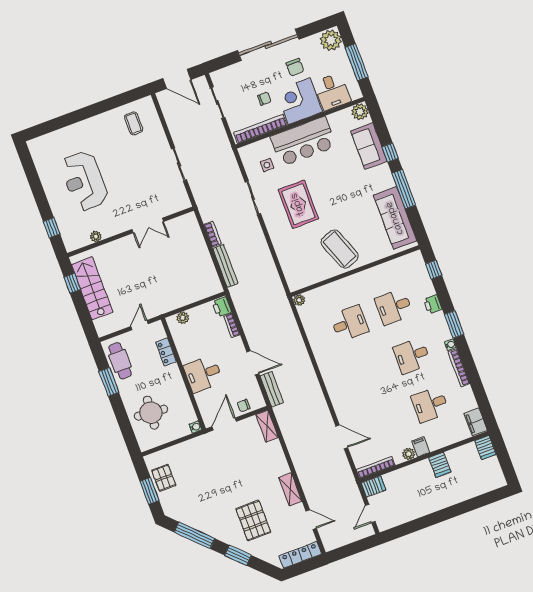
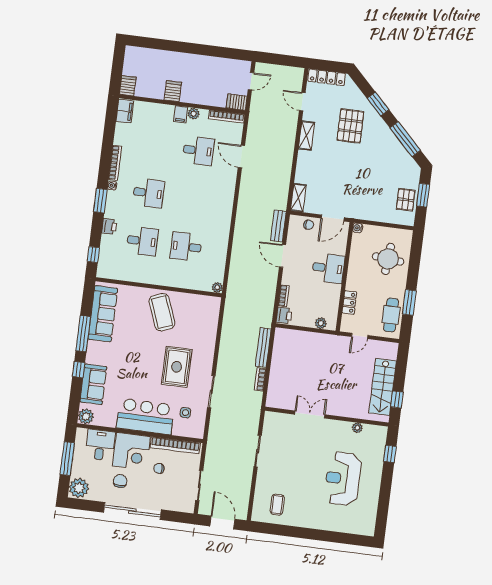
reception desk: (84, 181) -> (343, 479), turned 180
desk: (430, 404) -> (198, 151), moved

